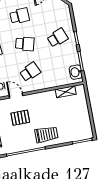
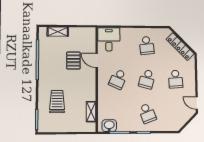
school desk: (30, 72) -> (118, 79), turned 48
door: (16, 96) -> (97, 60), swing flipped
trolley: (46, 134) -> (57, 102), moved, turned 180

